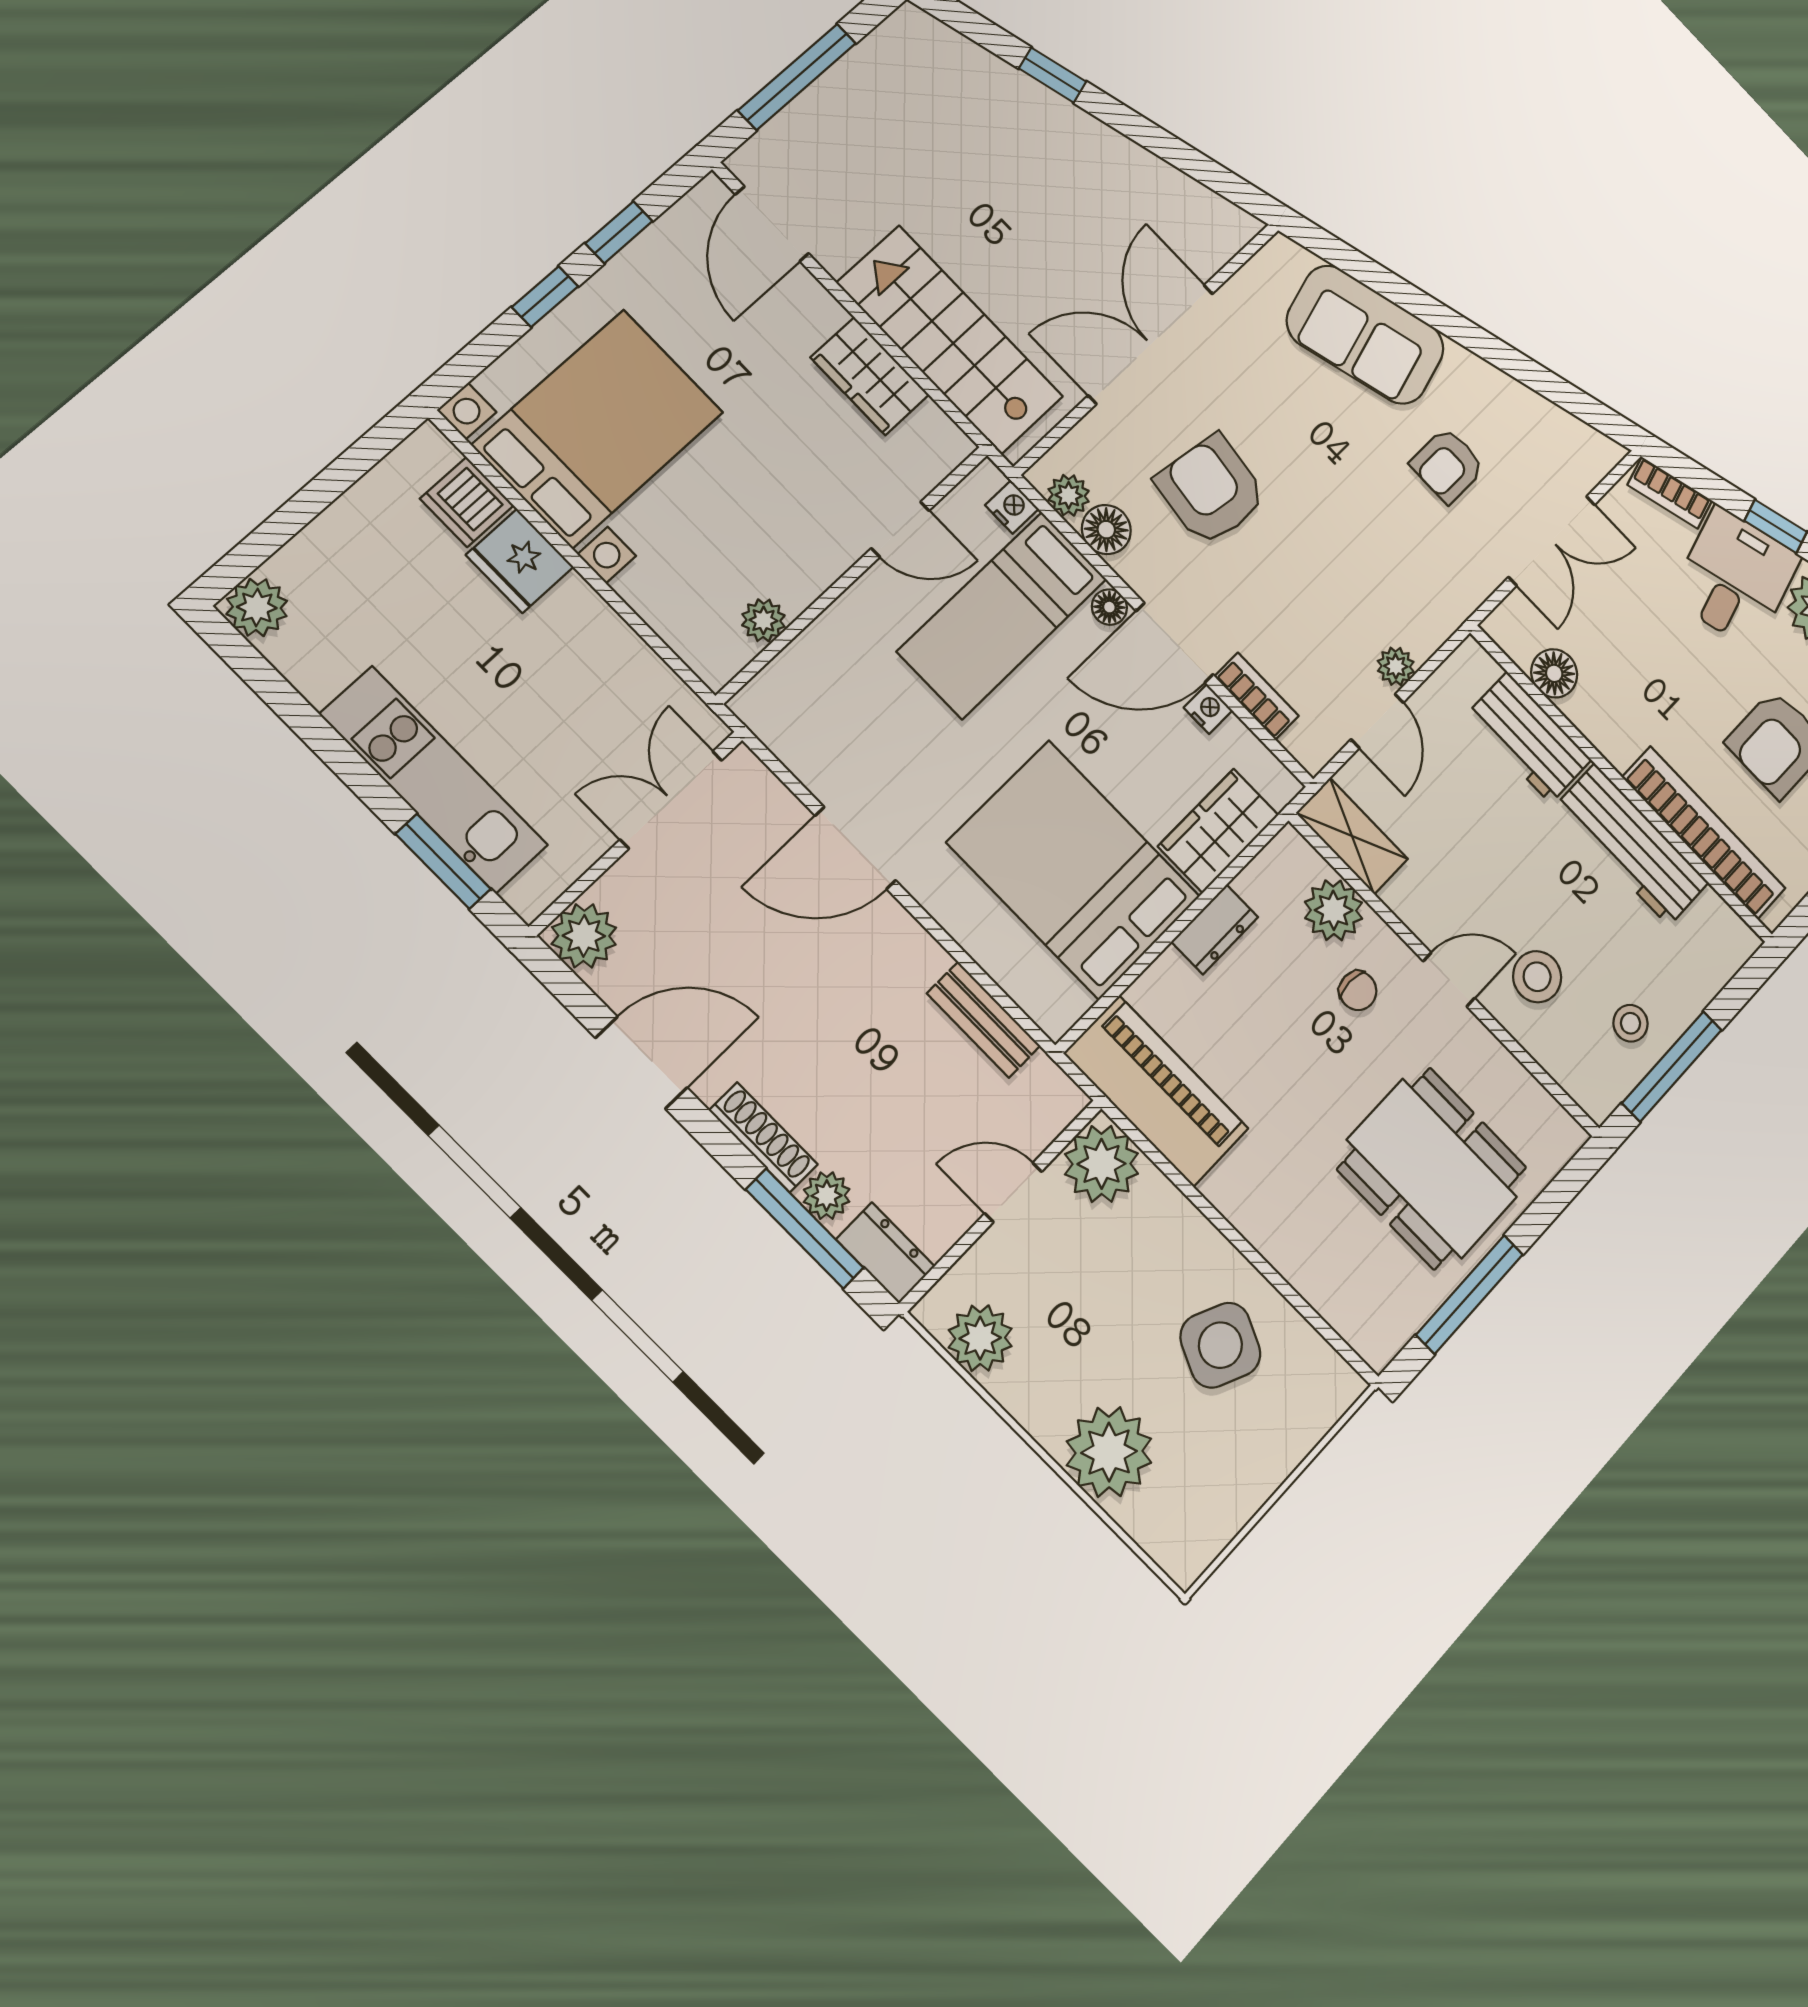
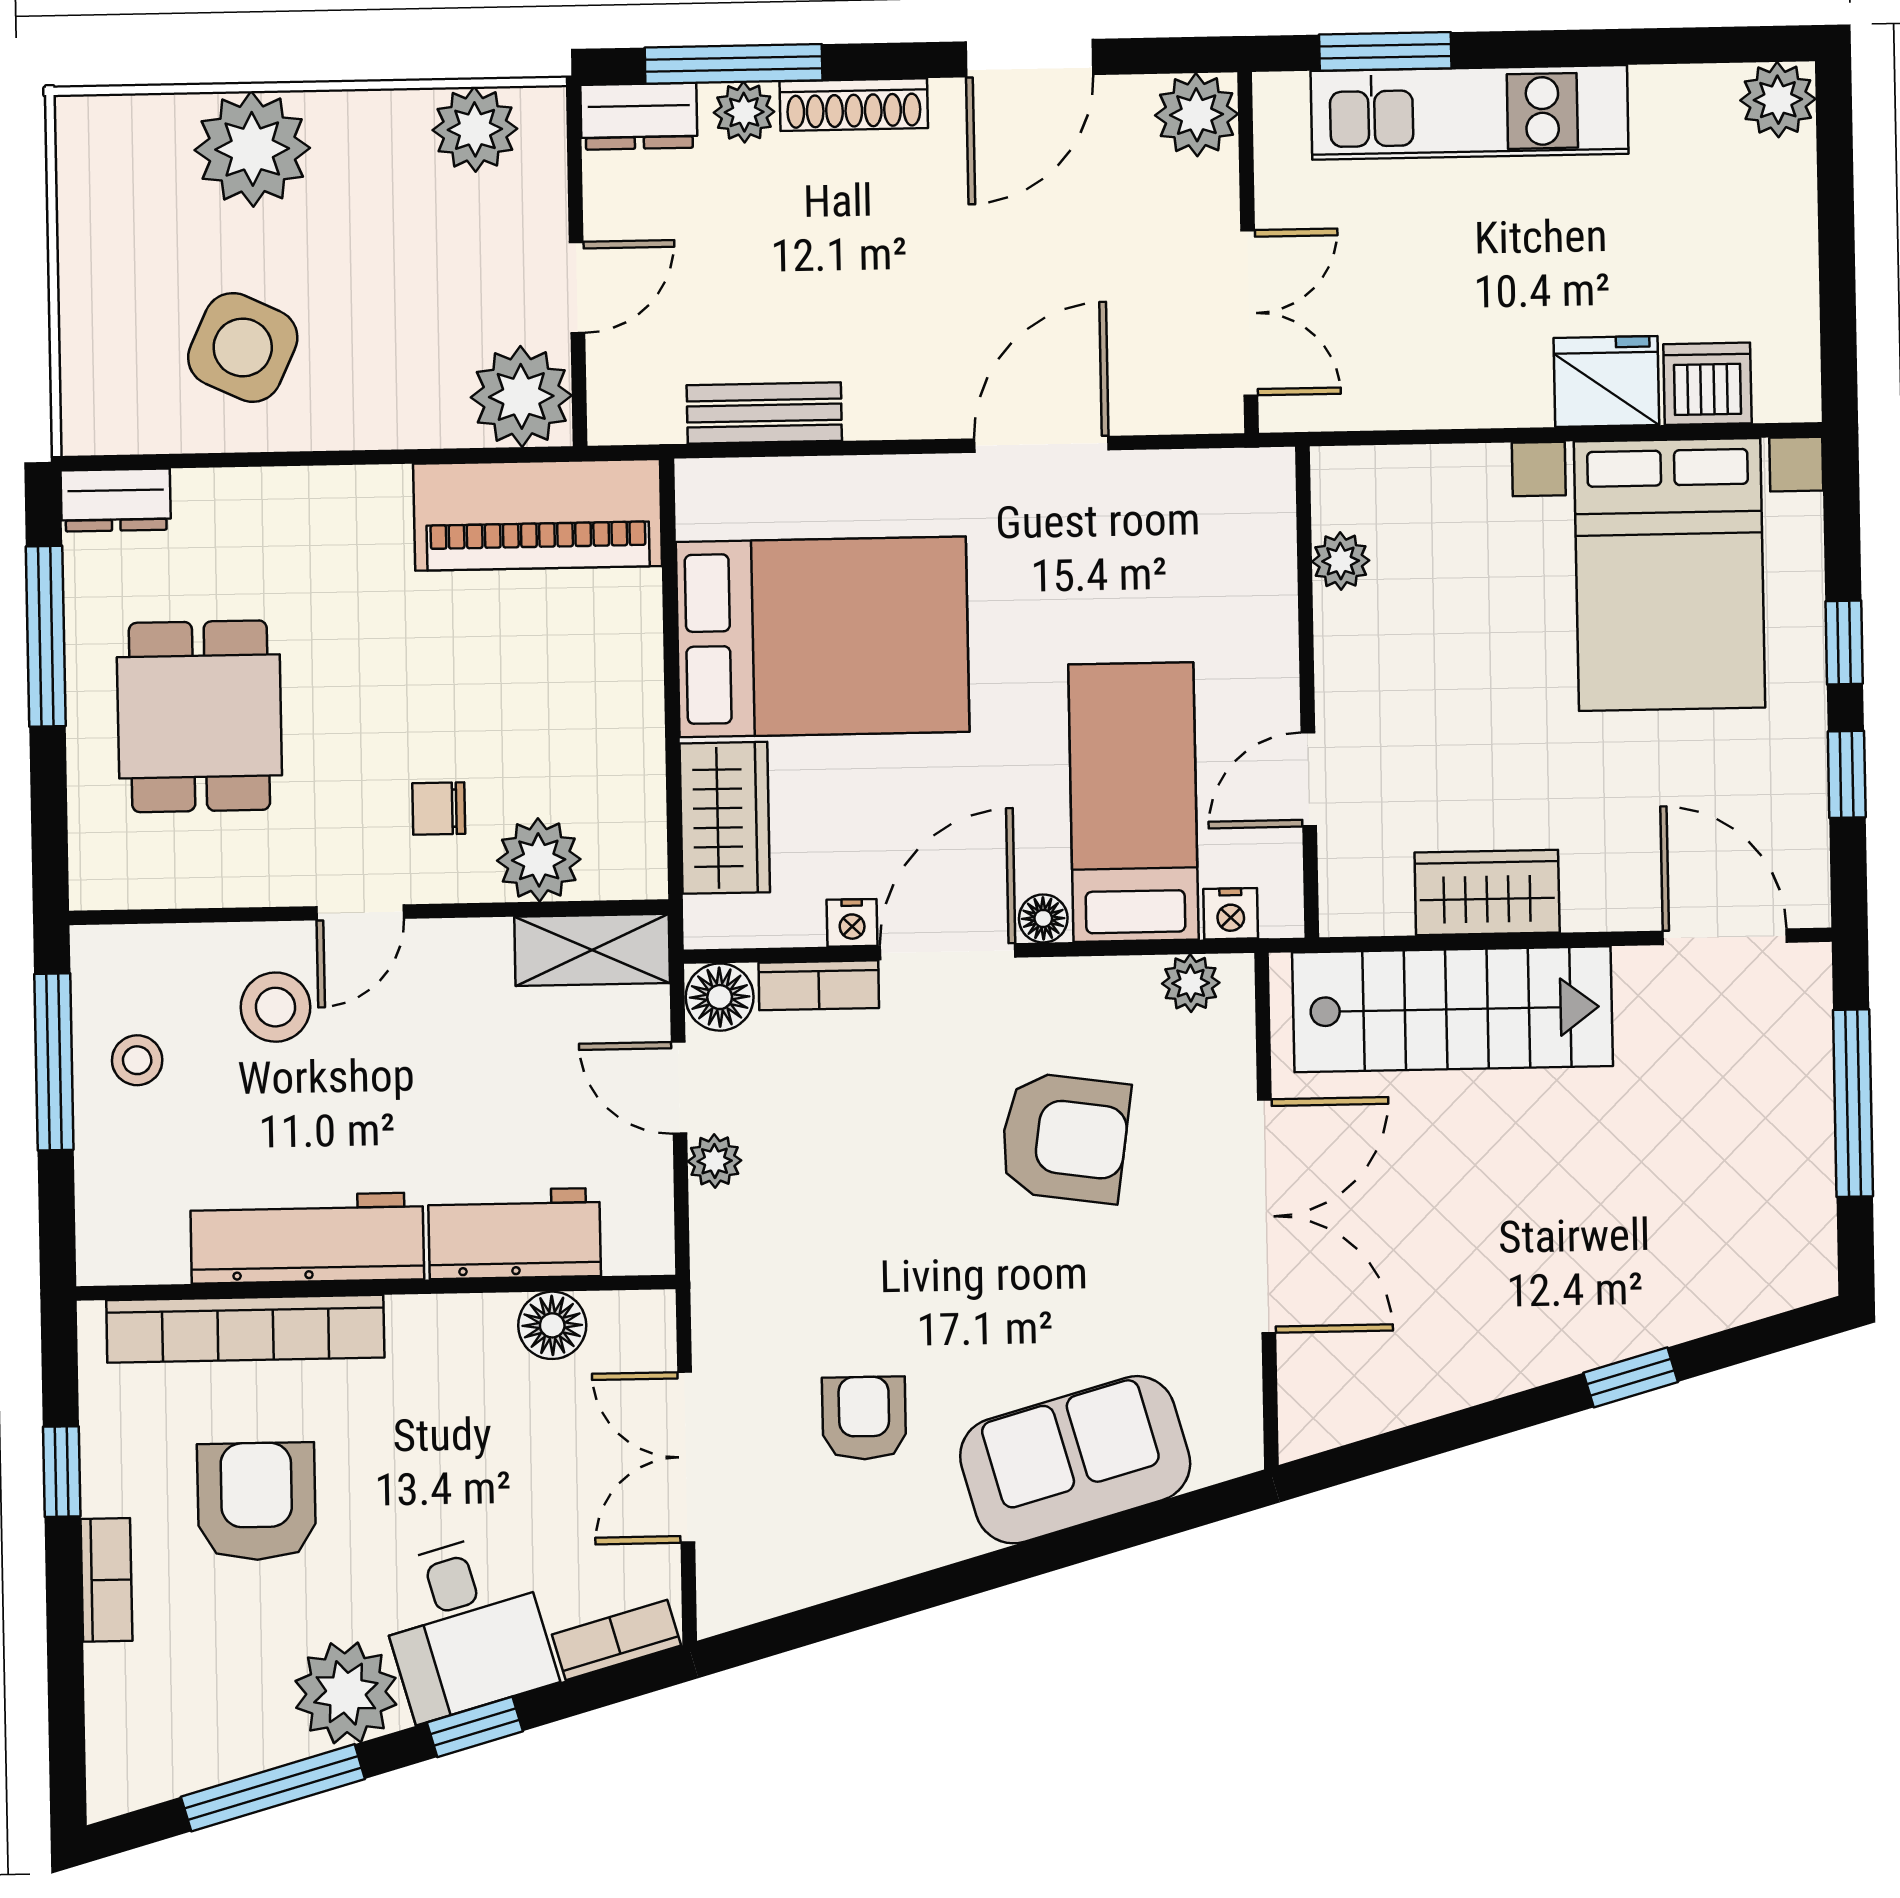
floor lamp: (1106, 530) -> (720, 997), moved
dresser: (1215, 929) -> (116, 500), moved, turned -90
dining table: (1432, 1168) -> (199, 716), width x0.73

